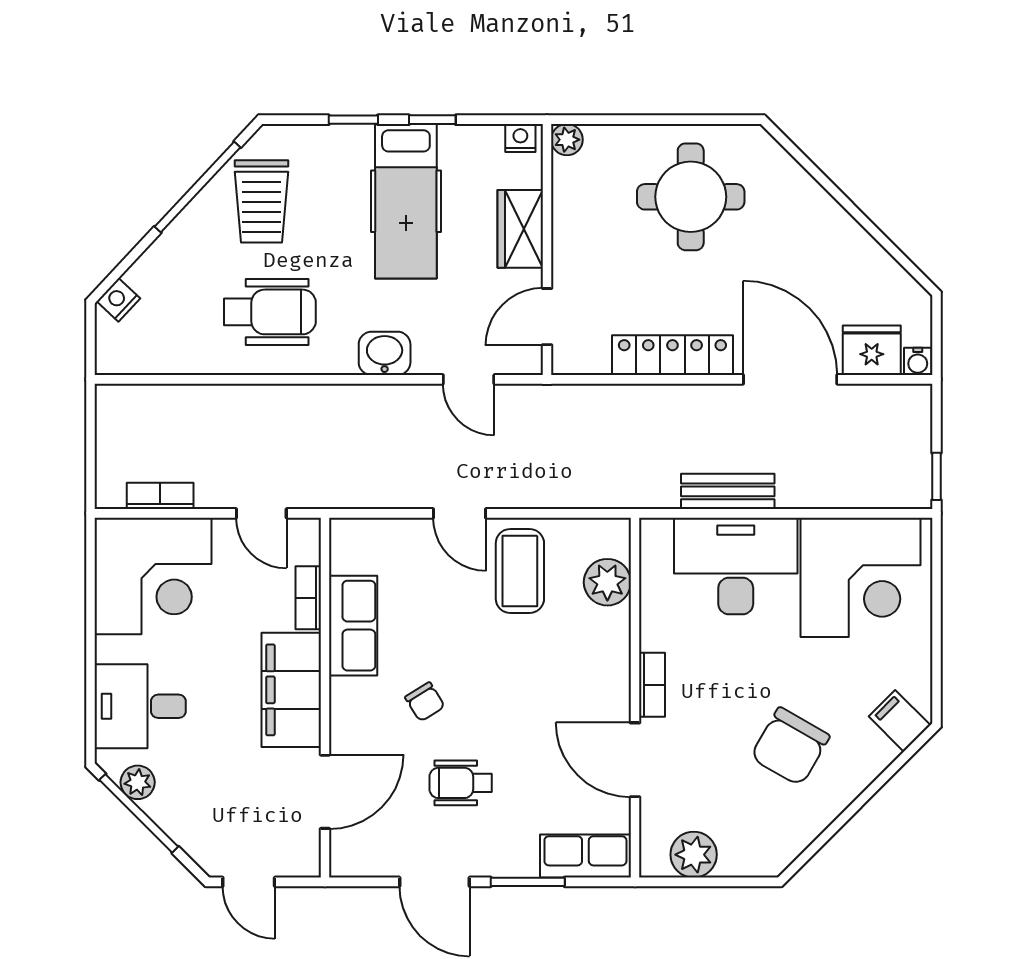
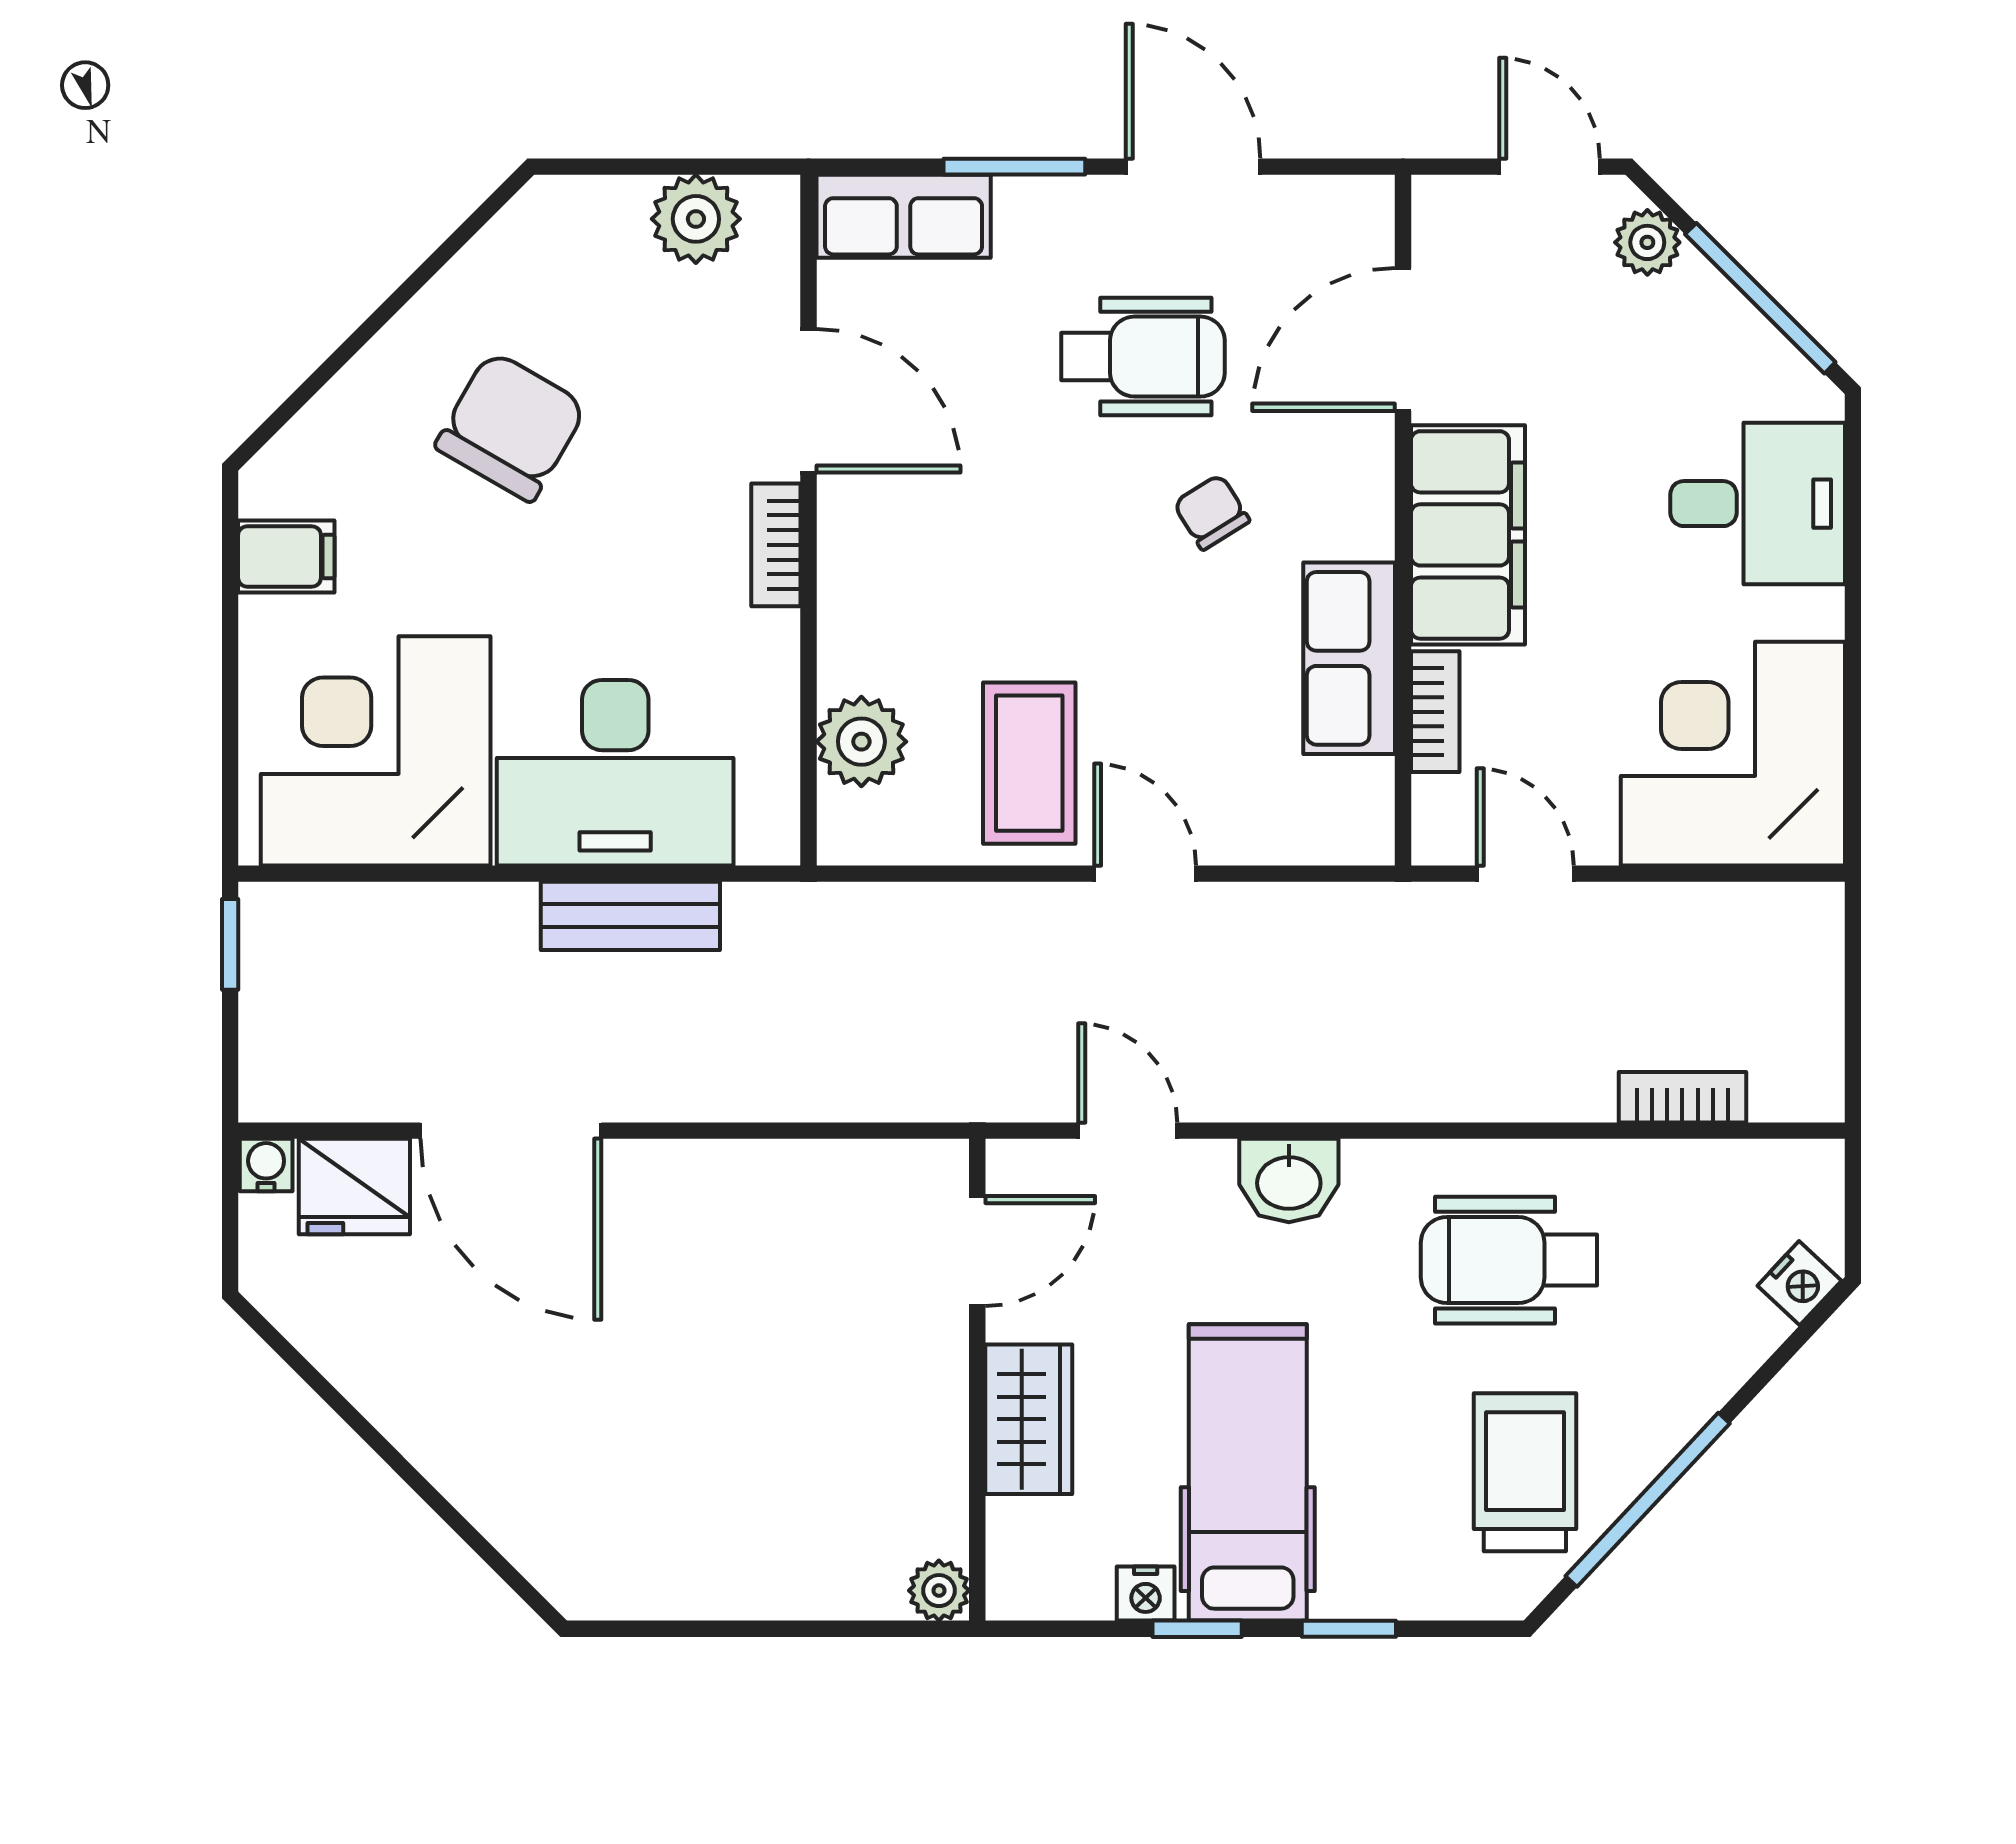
nightstand: (520, 138) -> (1146, 1594), moved
round table: (691, 197) -> (702, 1481), removed
locker: (672, 355) -> (737, 1177), removed
bookcase: (160, 496) -> (1682, 1097), moved, turned 180
filing cabinet: (900, 721) -> (286, 556), moved, turned -45
plant: (138, 782) -> (1647, 242), moved
wheelchair: (461, 783) -> (1143, 357), width x1.36, depth x1.37

